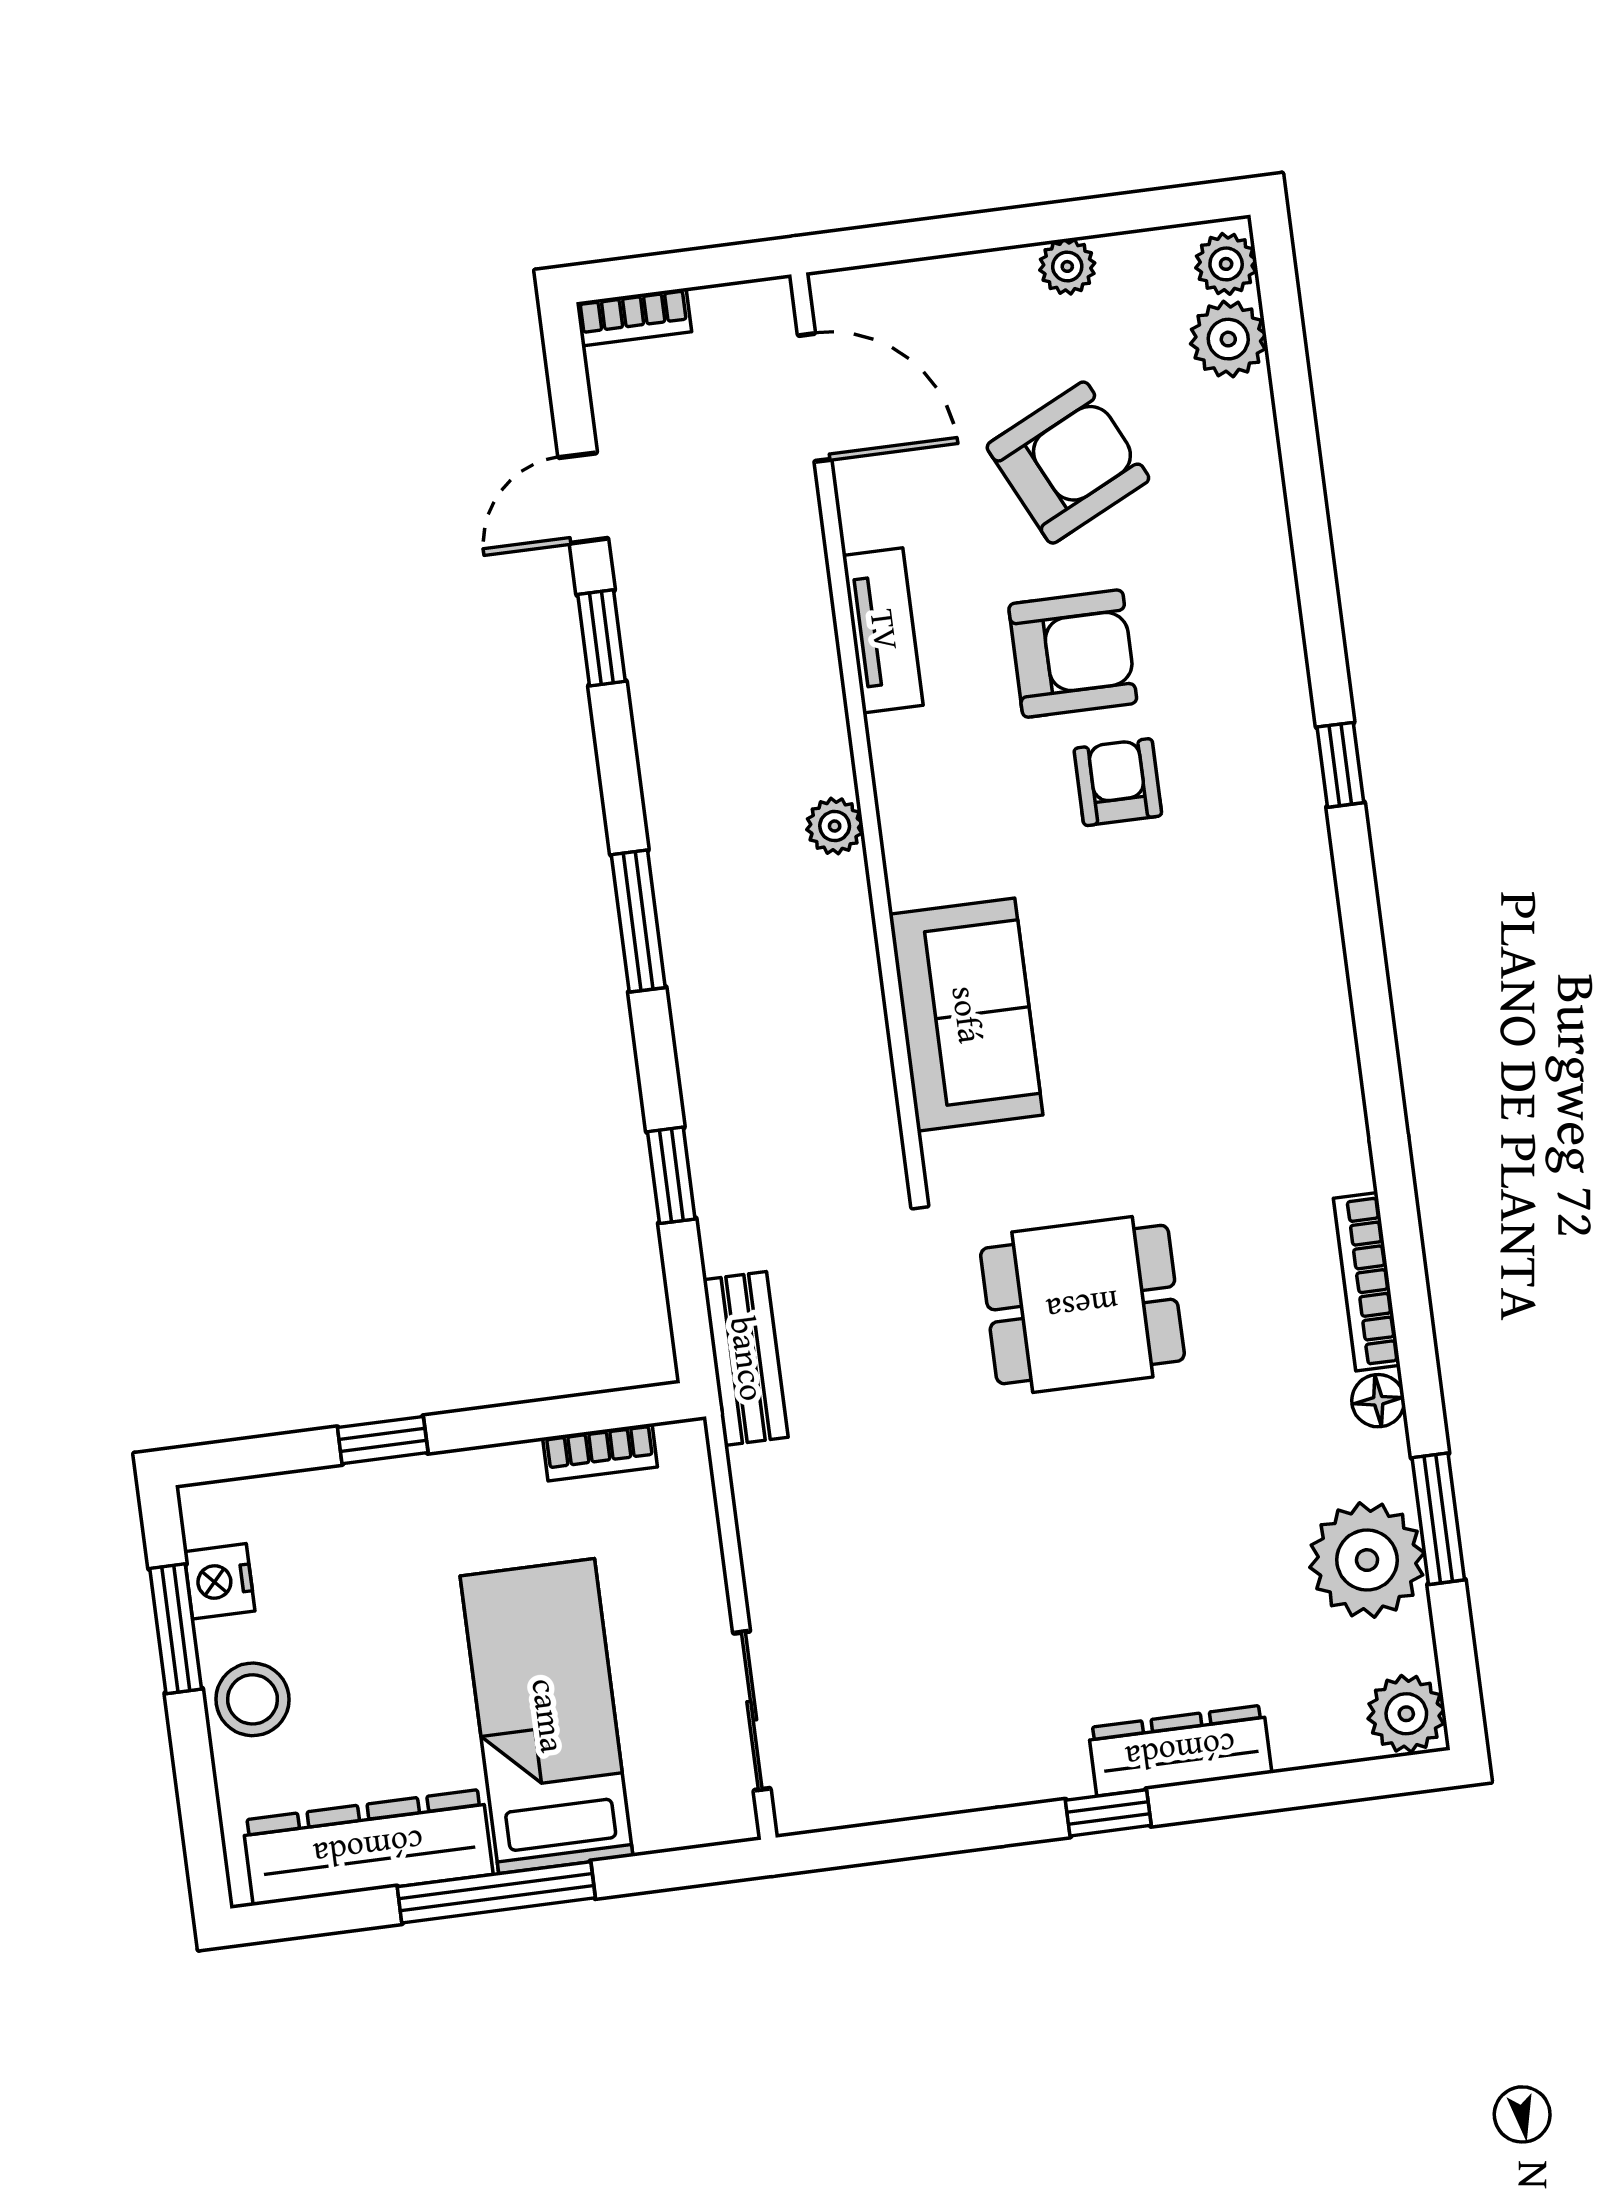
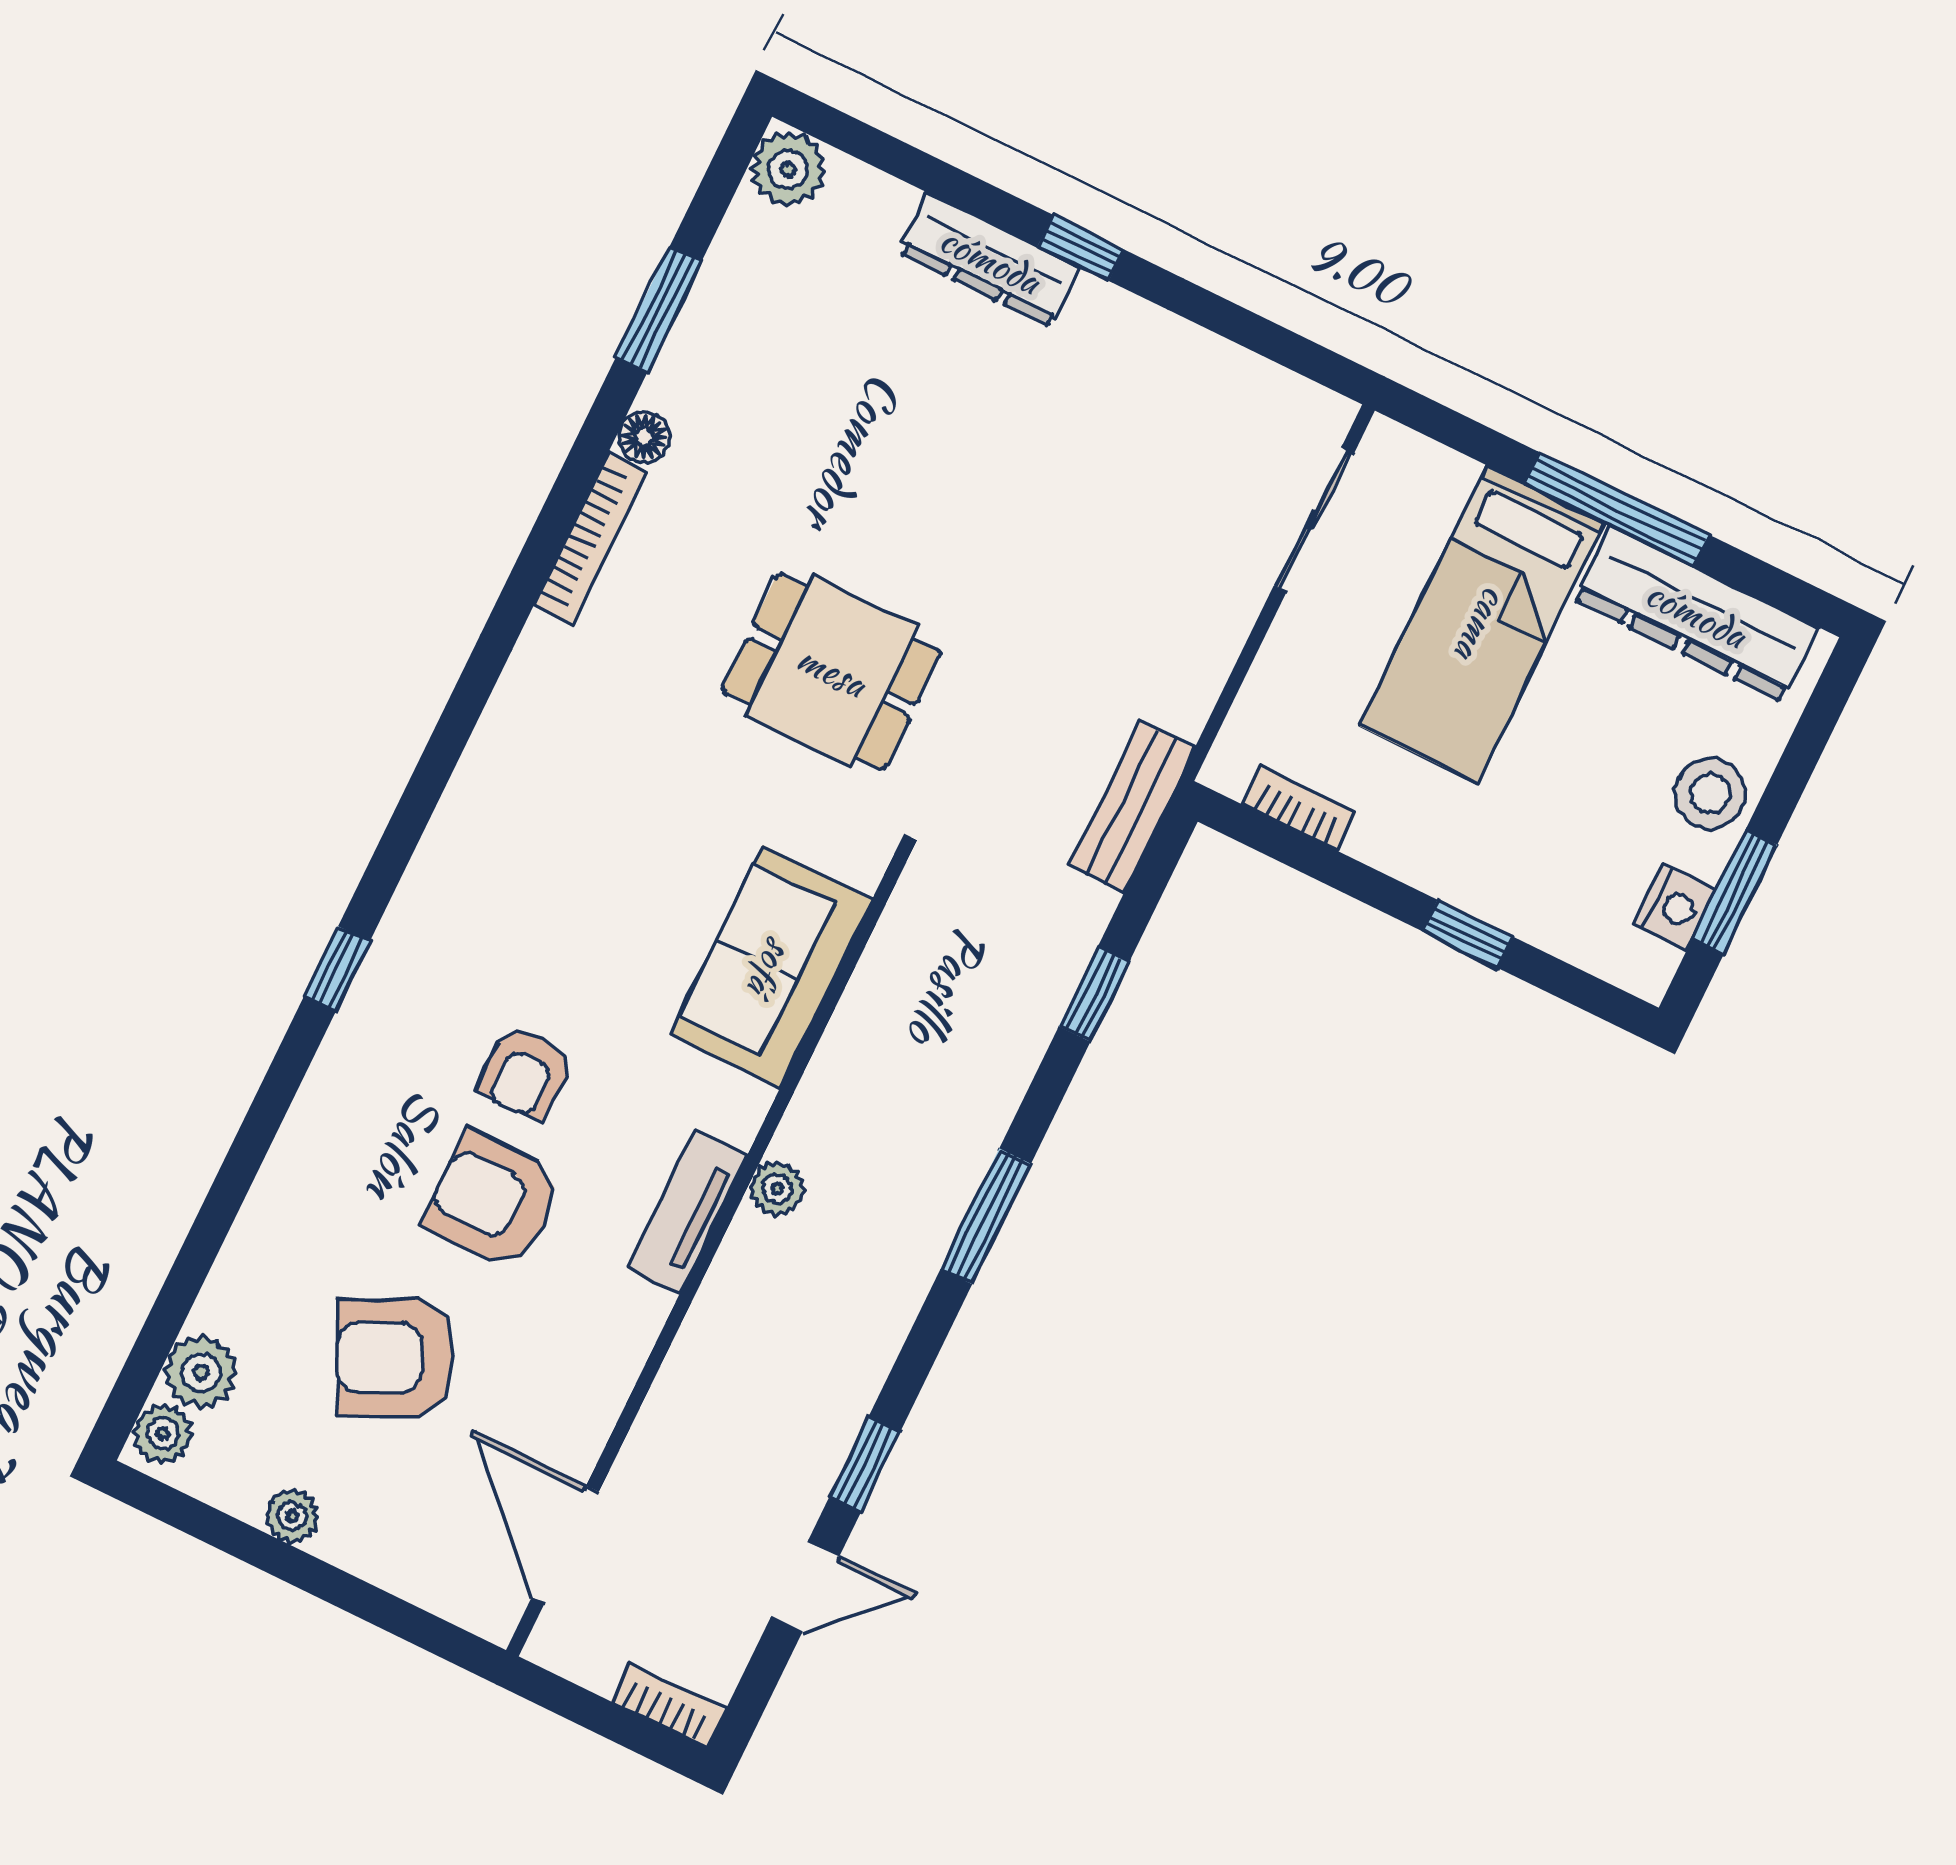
tv unit: (883, 630) -> (687, 1212), moved
plant: (1367, 1560) -> (738, 314), removed

